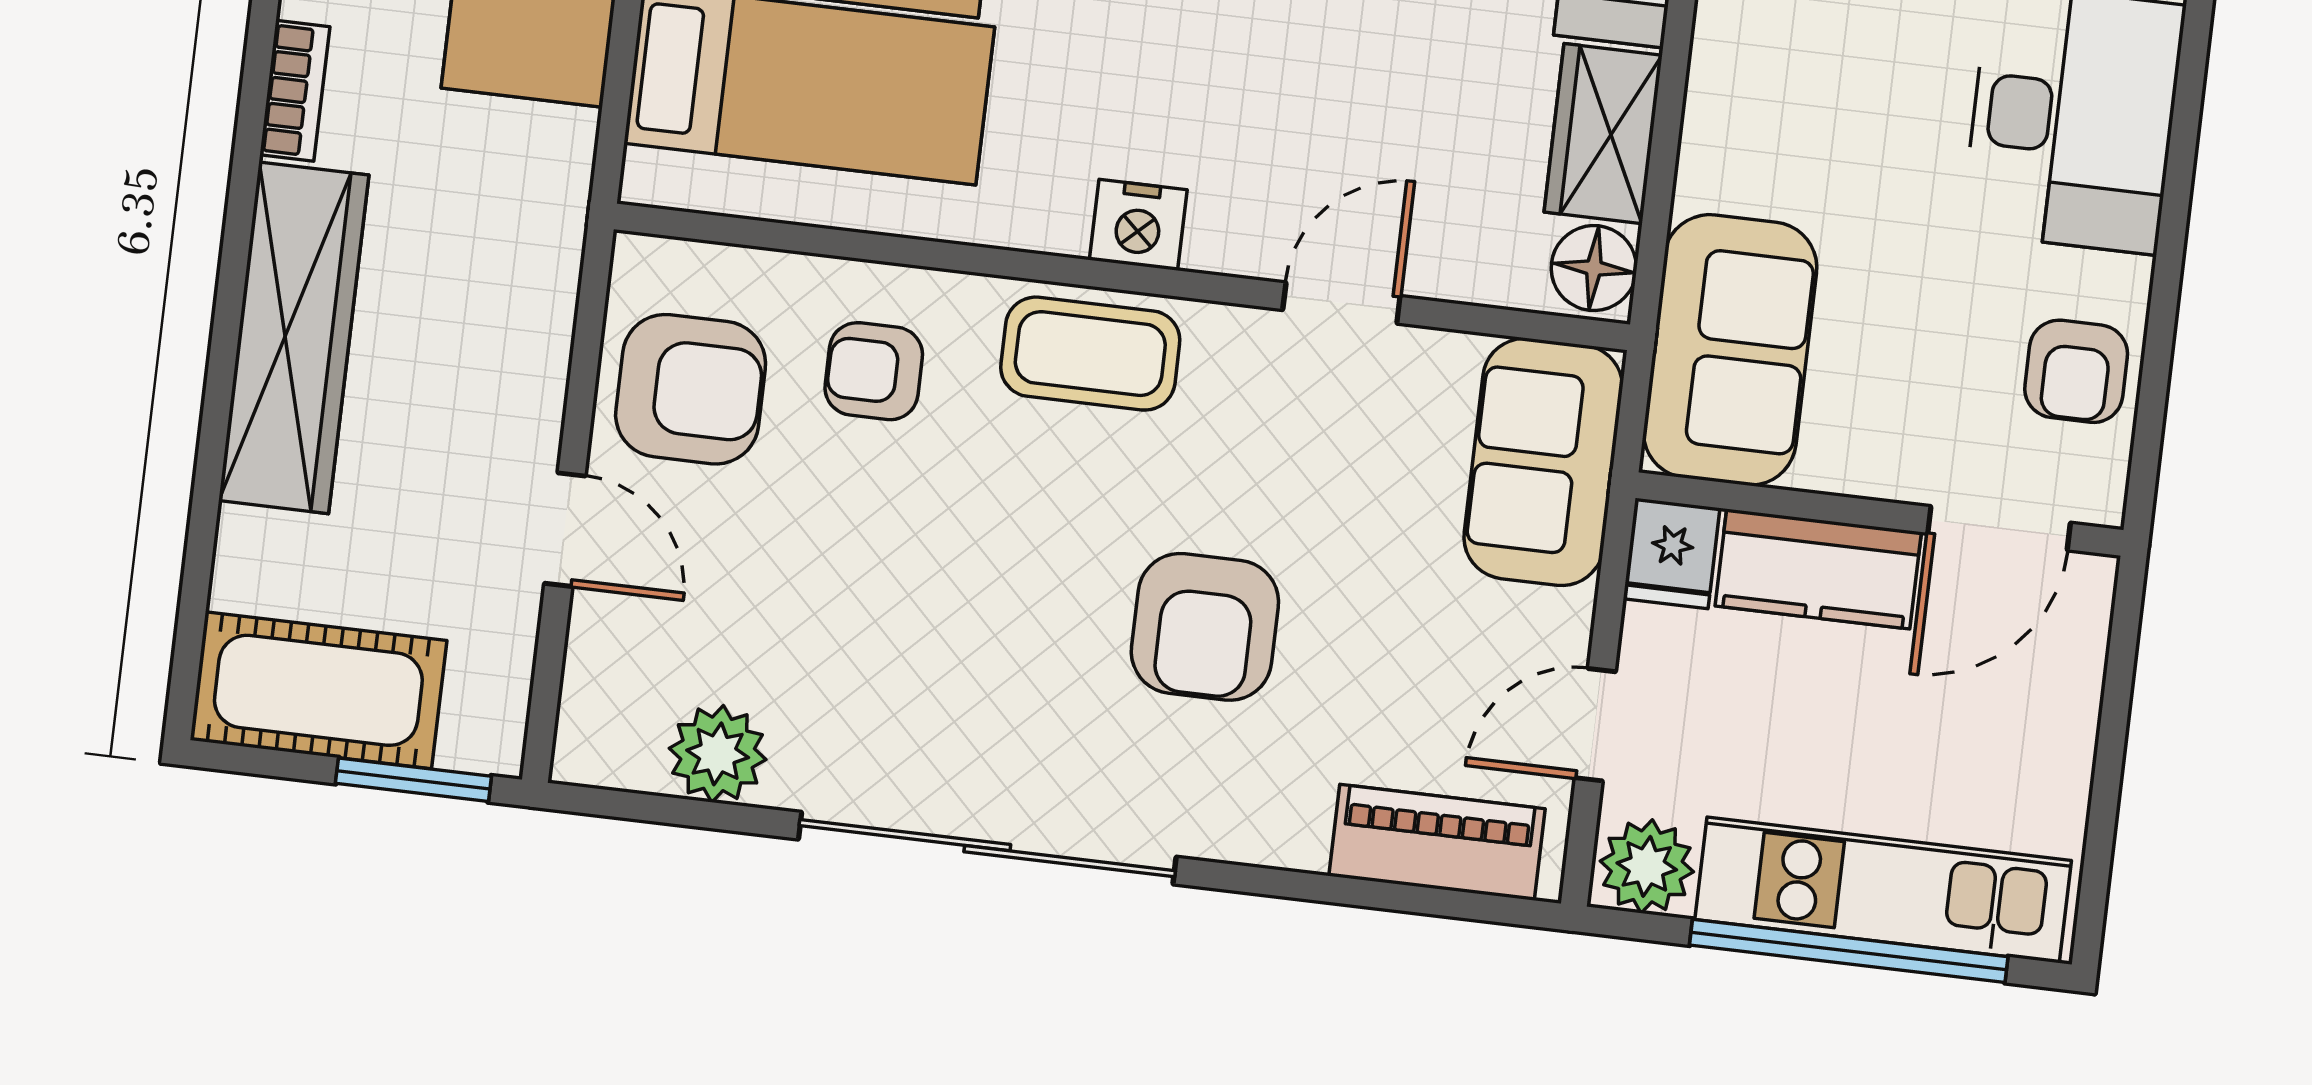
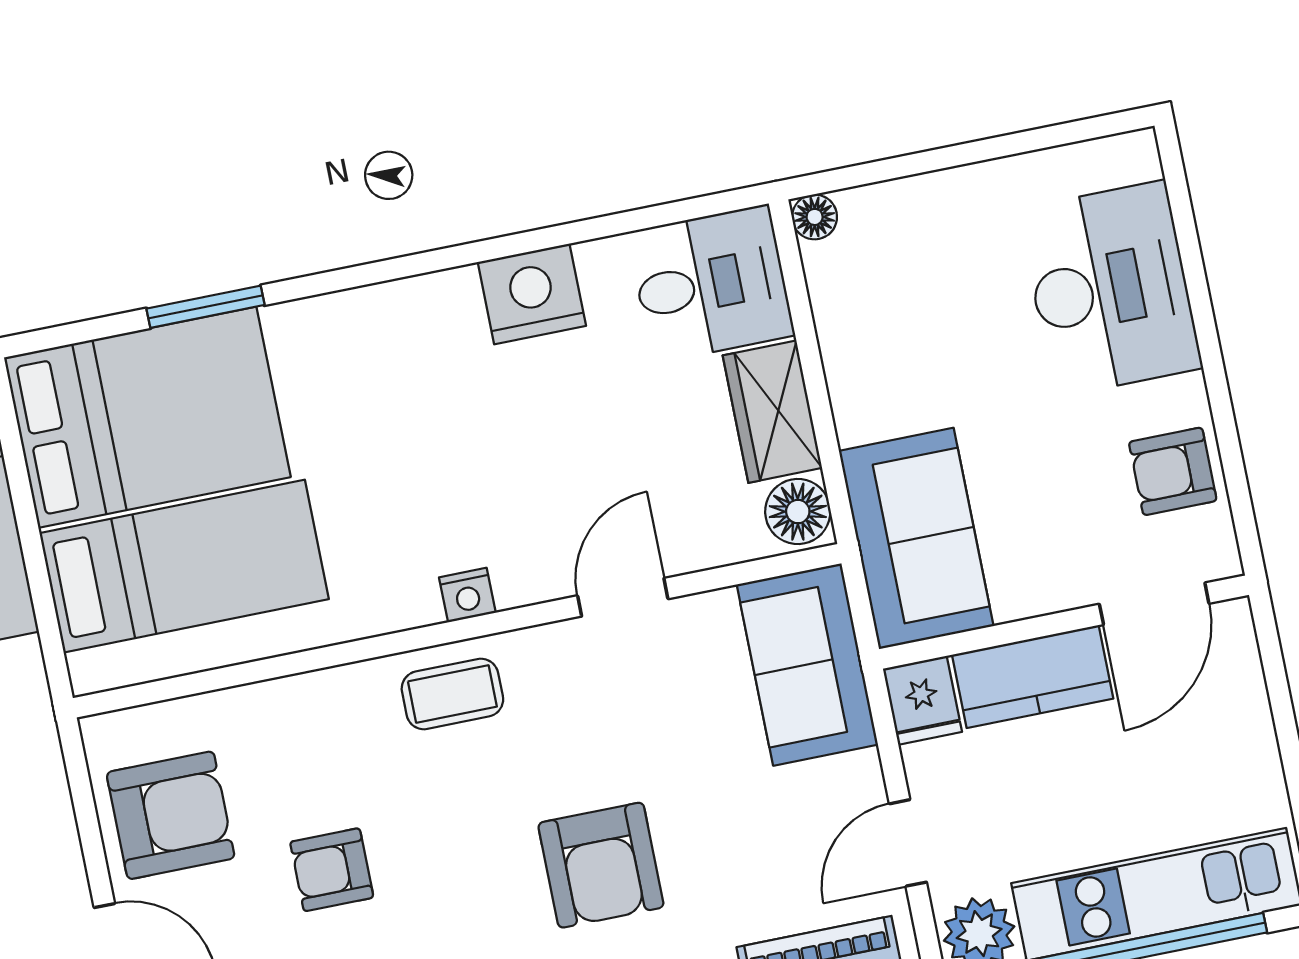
nightstand: (1138, 225) -> (467, 595), width x0.72, depth x0.74
coffee table: (1090, 354) -> (452, 694), width x0.73, depth x0.77
armchair: (874, 371) -> (332, 870), moved
armchair: (2076, 371) -> (1173, 471), turned 90

